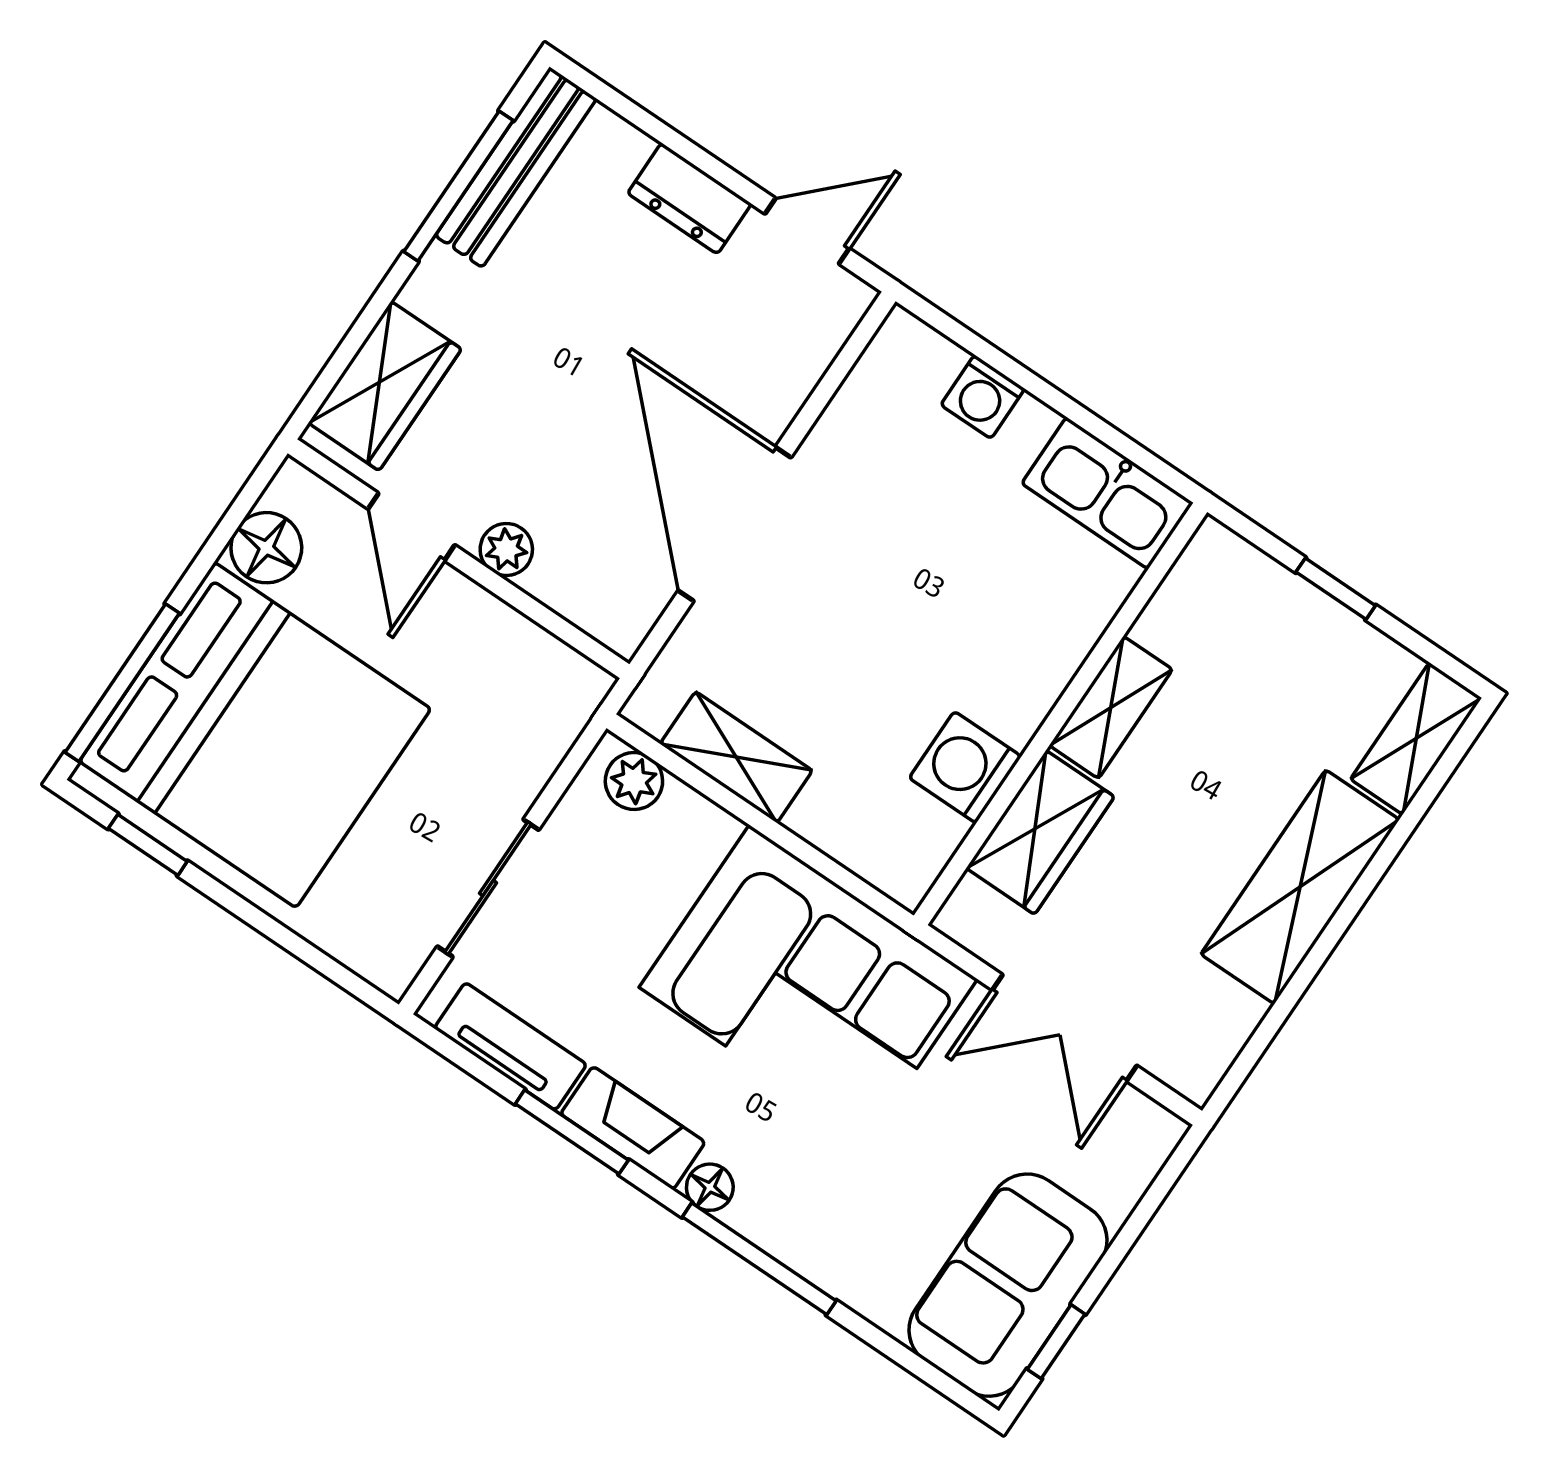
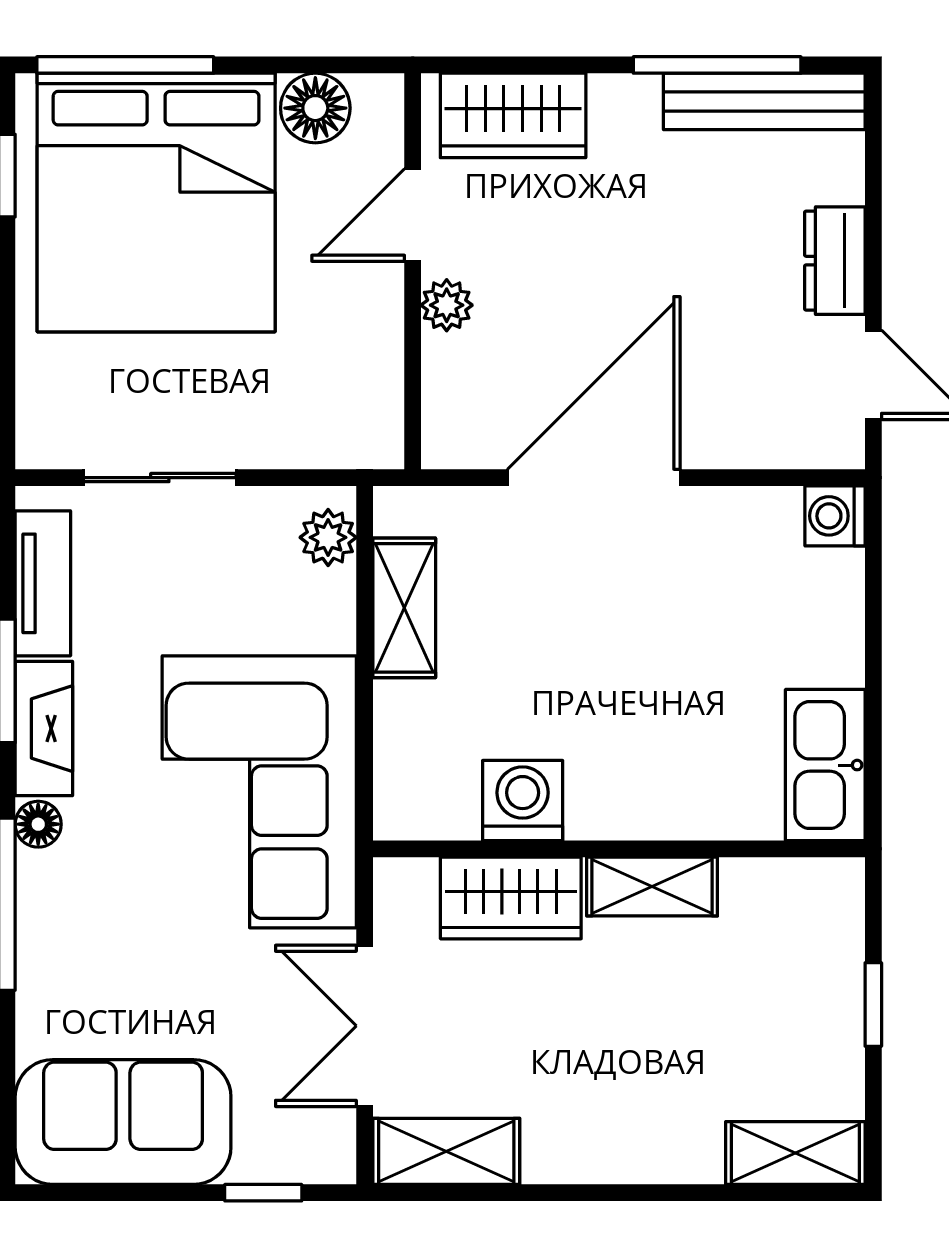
washing machine: (983, 397) -> (835, 516), moved
shelving: (1300, 887) -> (446, 1151), moved, width x0.67, depth x0.75
window: (1056, 1342) -> (263, 1193), moved

